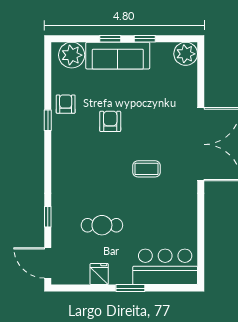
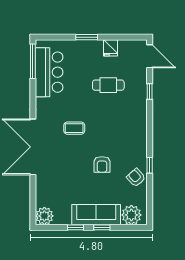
armchair: (66, 104) -> (136, 178), turned 138
window: (201, 256) -> (33, 61), added
bar counter: (165, 267) -> (49, 72), moved, turned -90

